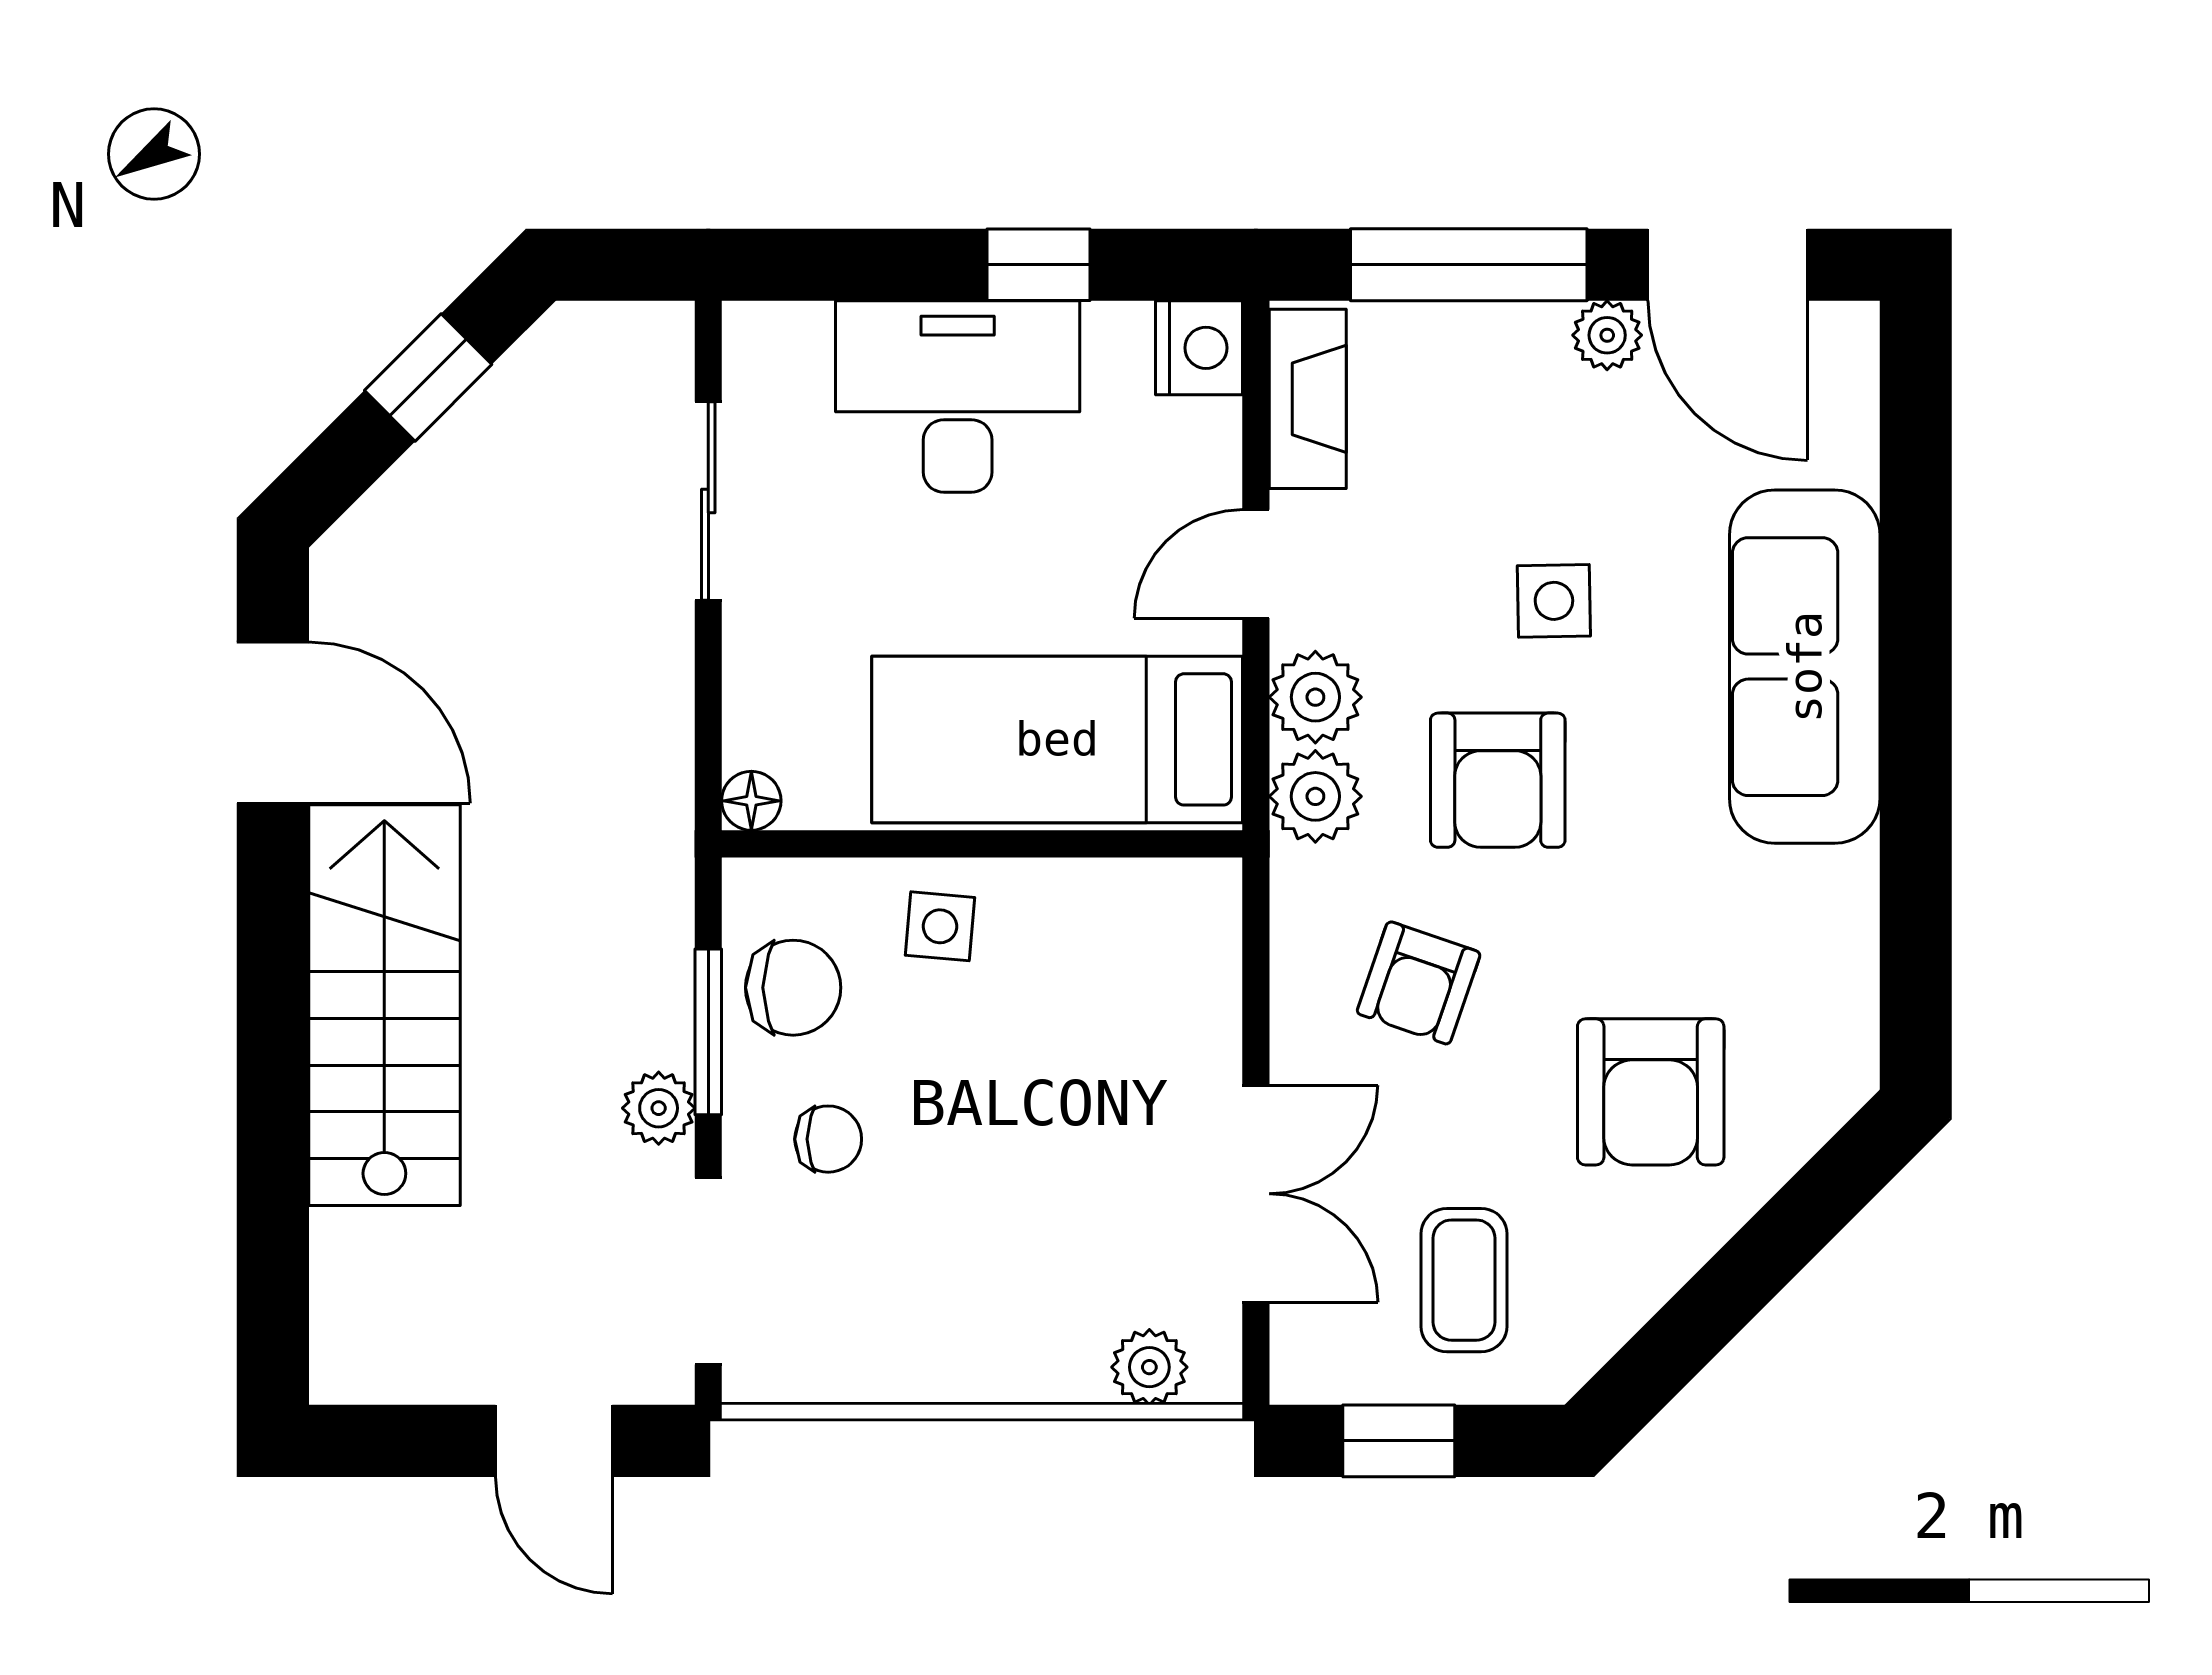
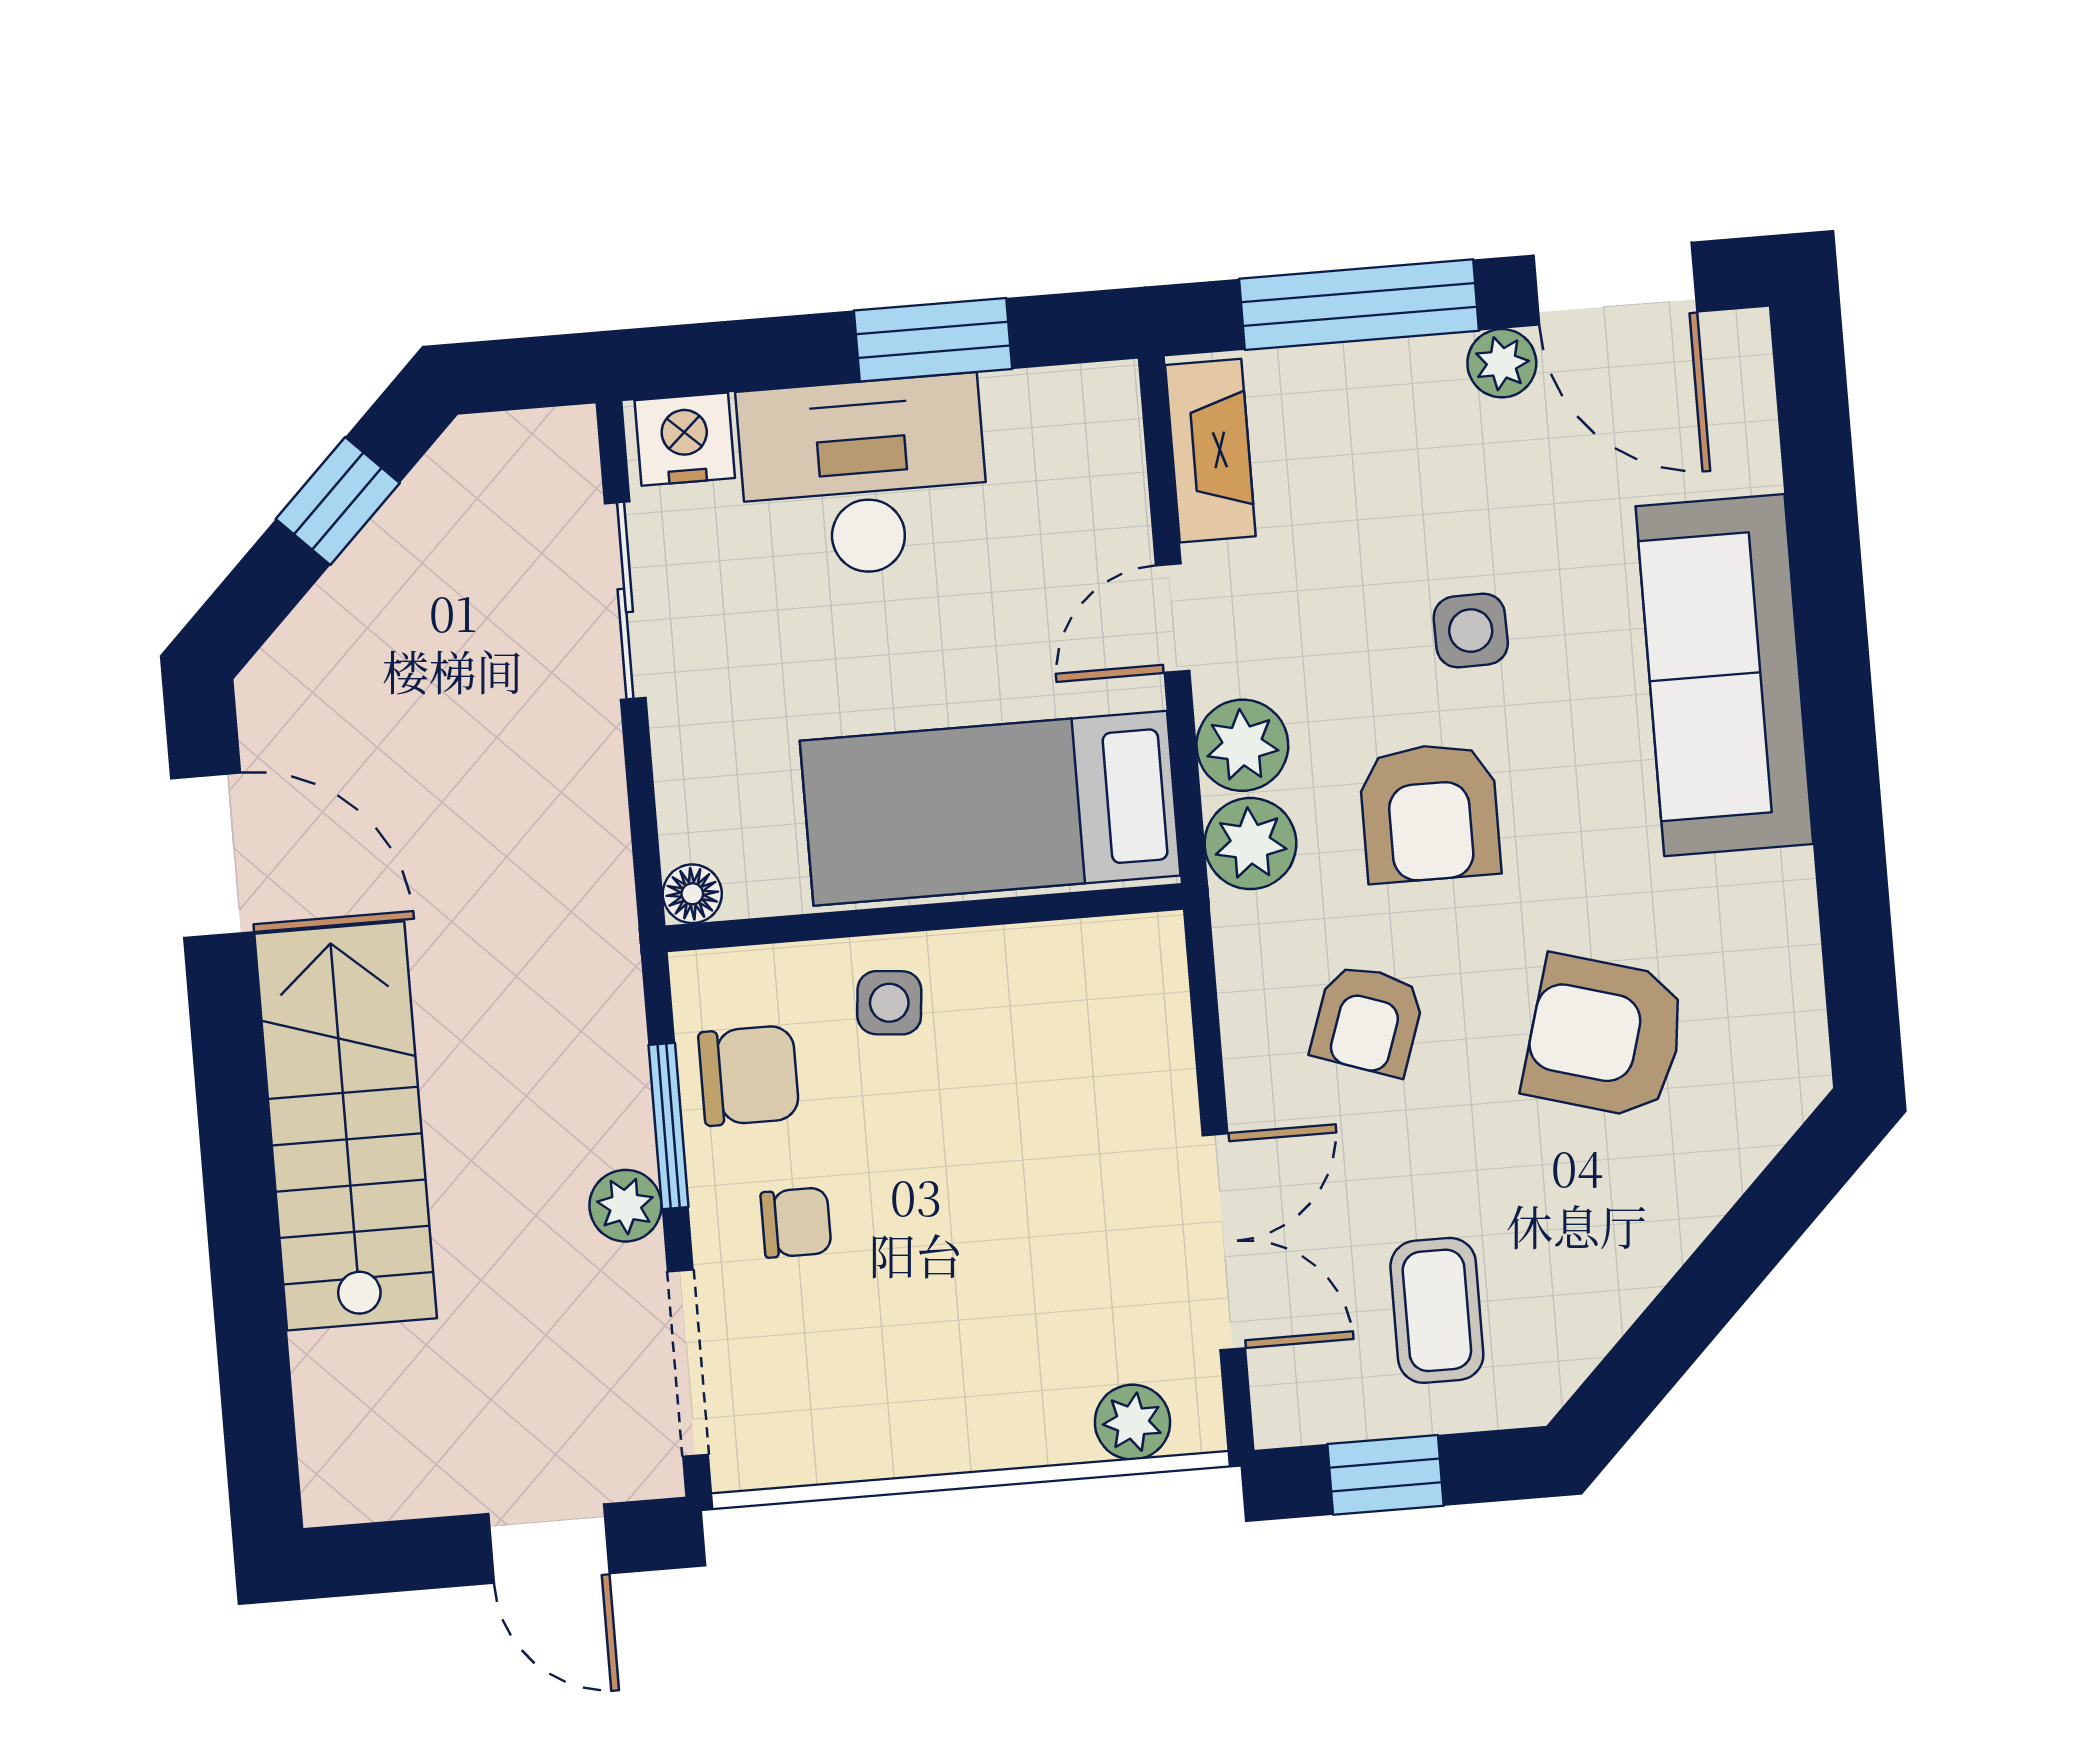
window: (1038, 265) -> (933, 340), width x1.50
nightstand: (1199, 348) -> (685, 439), moved, turned -90
armchair: (1651, 1092) -> (1605, 1037), moved, turned 106

